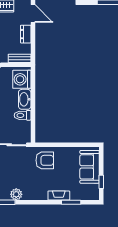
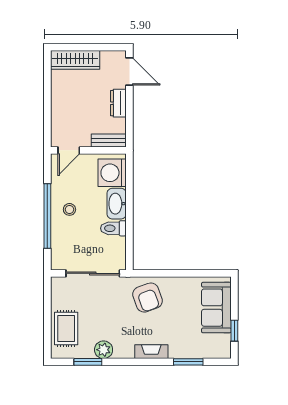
armchair: (45, 160) -> (147, 298), turned 70
fireplace: (59, 196) -> (151, 352), moved

